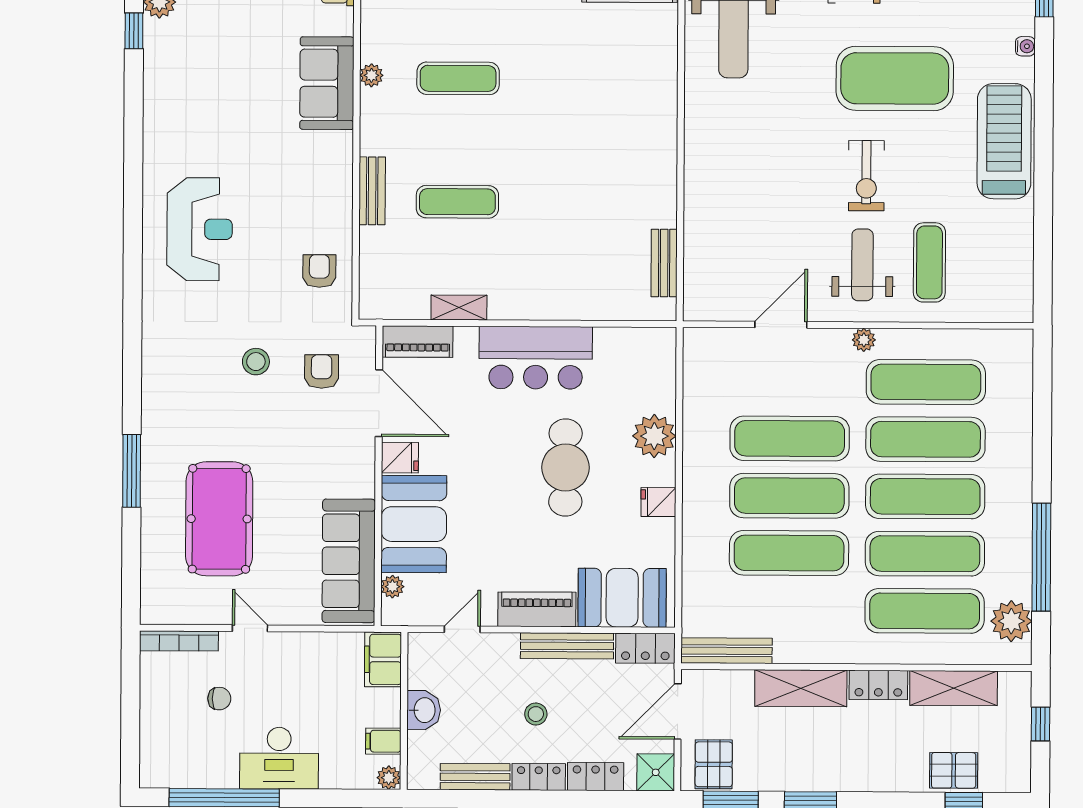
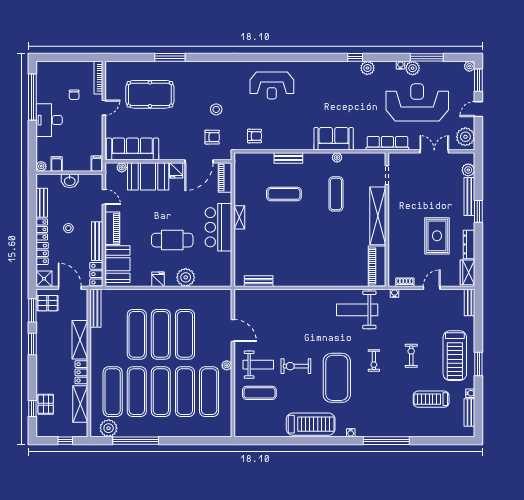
exercise mat: (457, 202) -> (284, 194), turned 90
shelving: (459, 307) -> (239, 217), moved
filing cabinet: (383, 659) -> (97, 164), width x0.50

